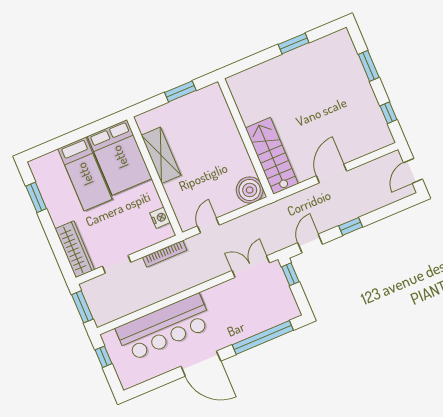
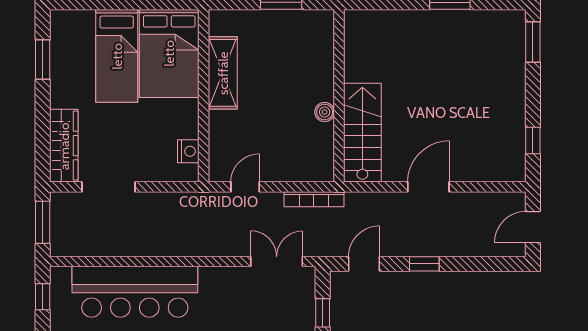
window: (369, 66) -> (533, 42), moved
boiler: (250, 190) -> (325, 112), moved, width x0.54, depth x0.54
bookcase: (165, 254) -> (314, 199), moved
doorway: (117, 264) -> (109, 187), width x1.38
window: (290, 274) -> (323, 313), moved

